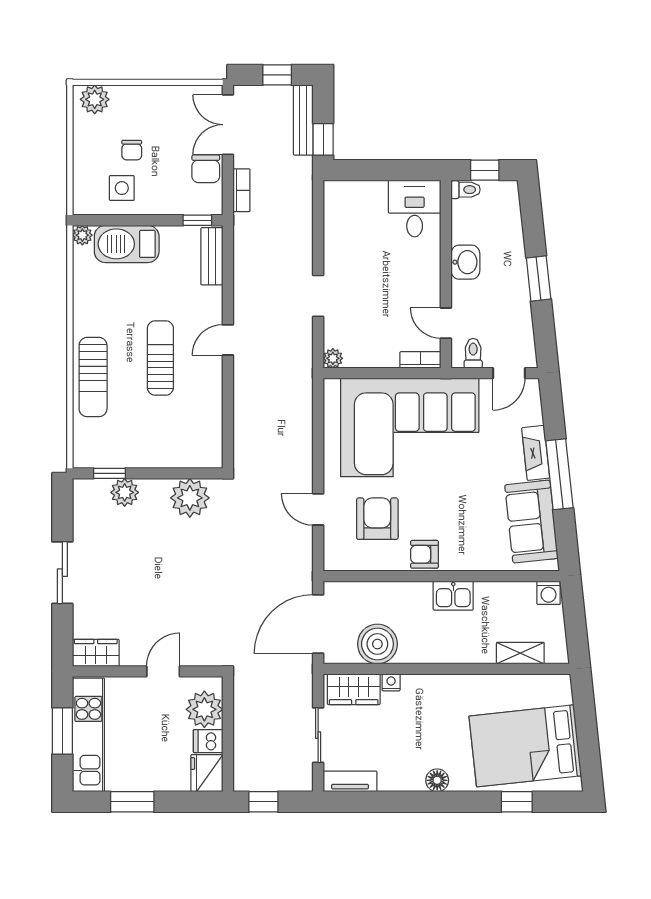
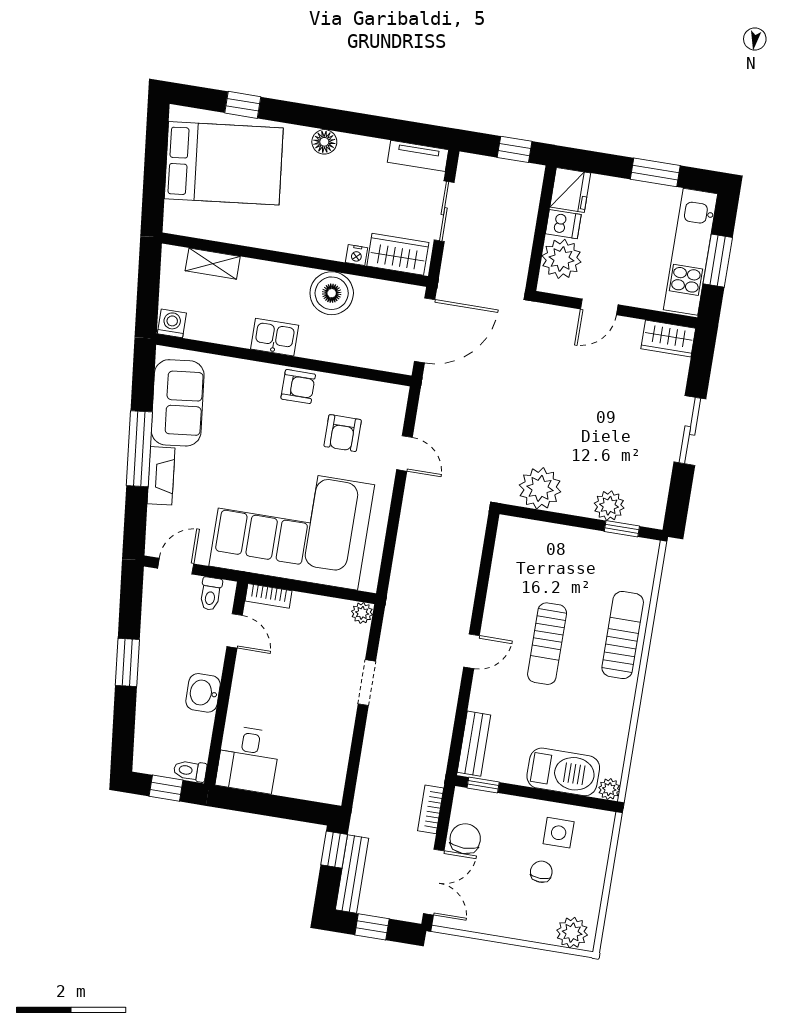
armchair: (377, 519) -> (343, 433), width x0.72, depth x0.72
boiler: (377, 644) -> (332, 293), moved

